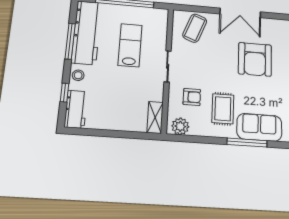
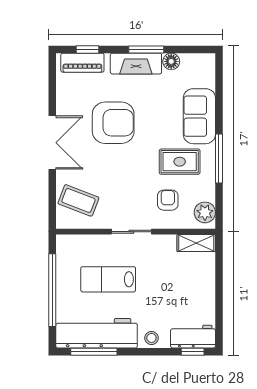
window: (70, 41) -> (94, 352), moved
window: (64, 93) -> (193, 352), moved
window: (247, 143) -> (219, 158), moved

